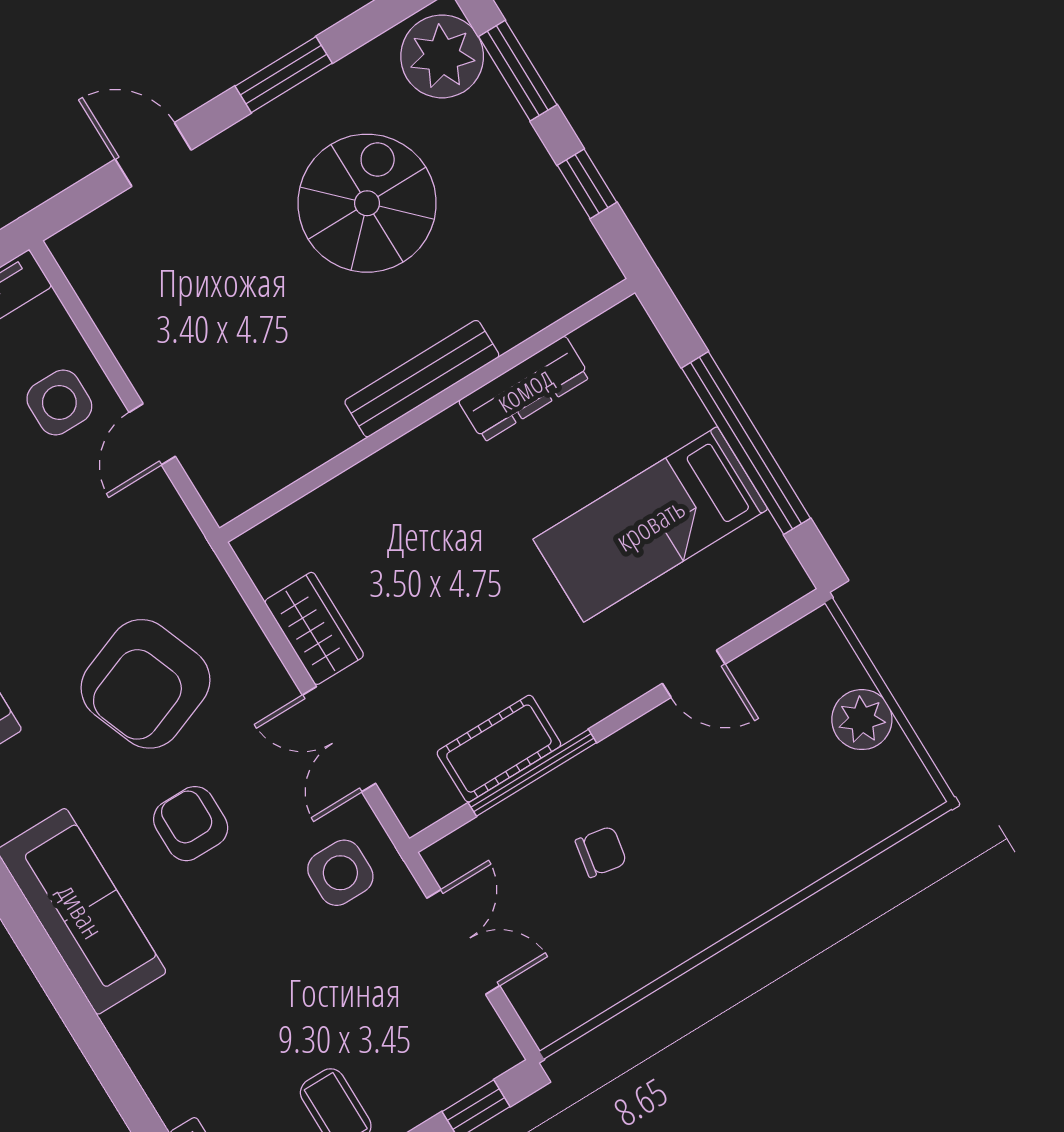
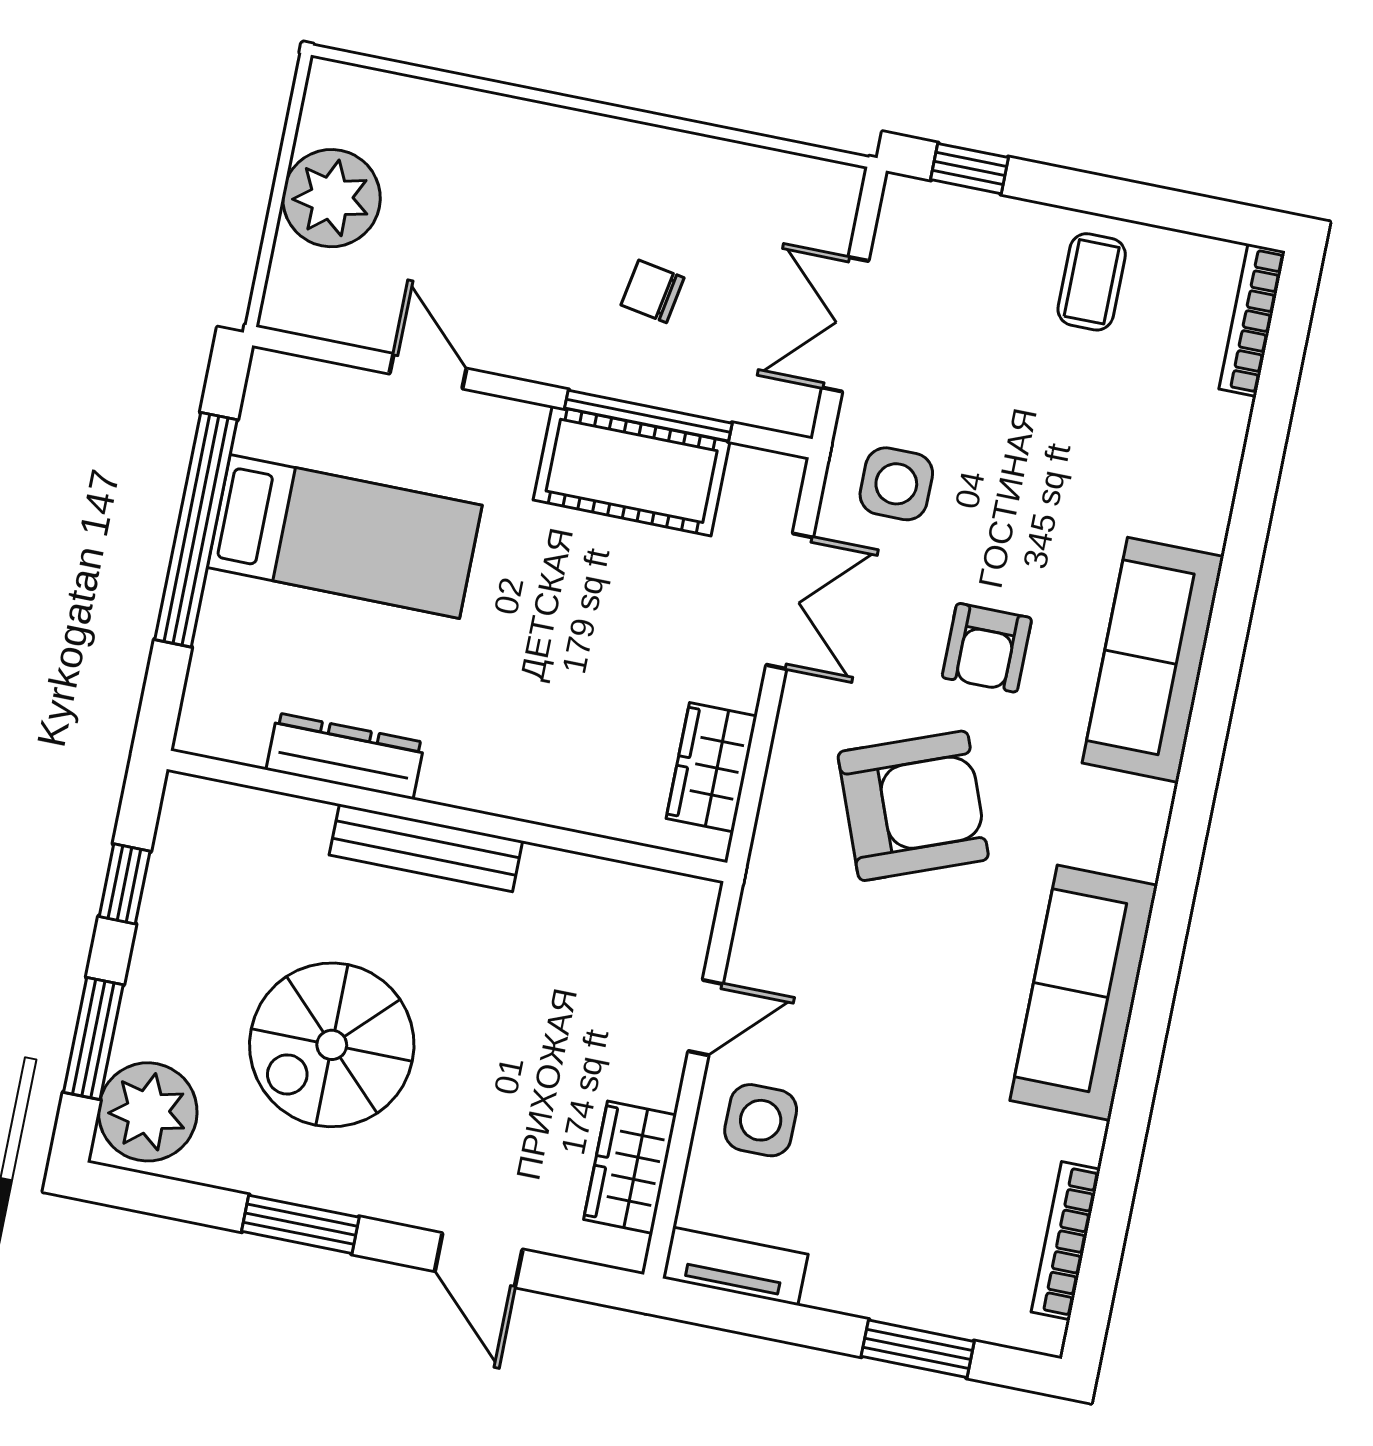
wardrobe: (113, 299) -> (630, 1167), added
wardrobe: (314, 628) -> (712, 767), moved
plant: (862, 720) -> (331, 198), width x1.36, depth x1.36
cot: (499, 749) -> (632, 471), width x1.37, depth x1.34

